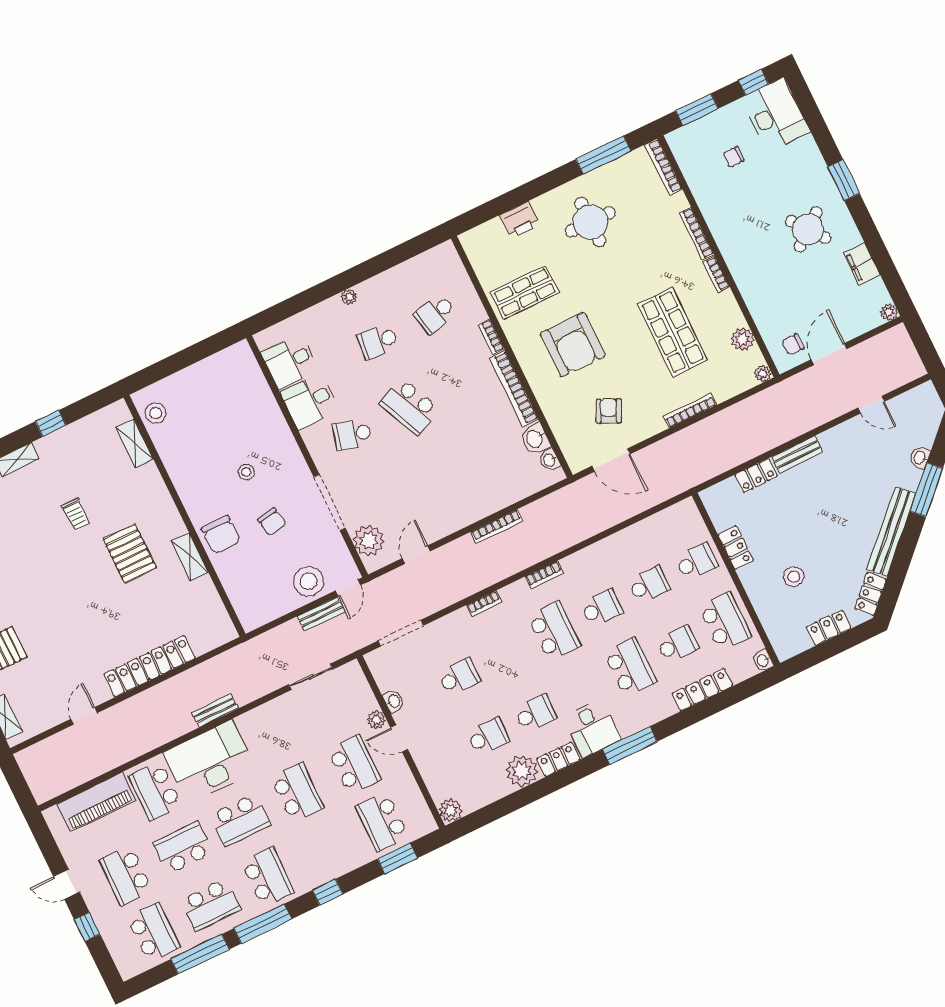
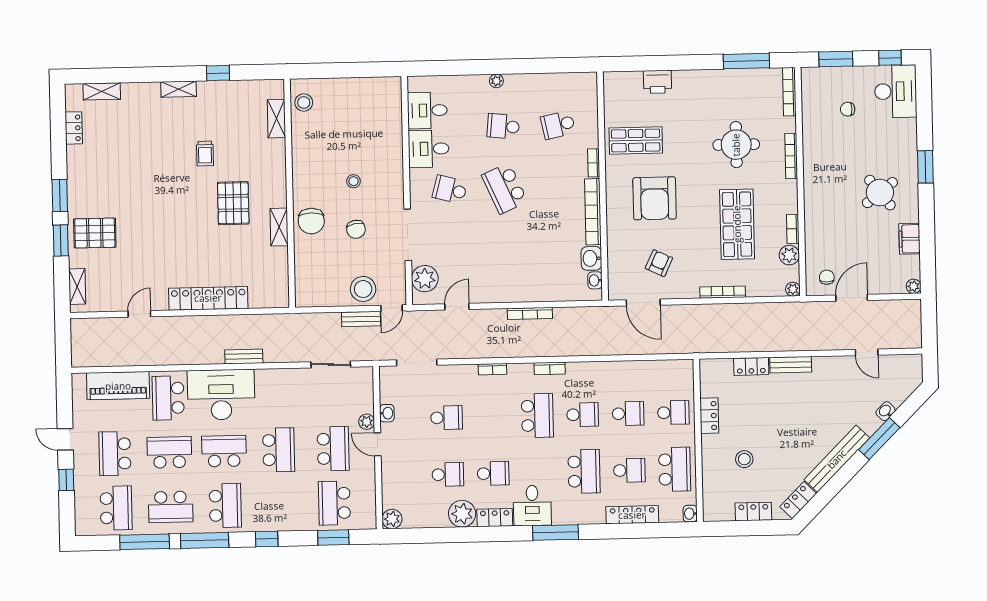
round table: (590, 222) -> (736, 145), moved
bookcase: (716, 274) -> (793, 229), moved
chair: (793, 345) -> (827, 277), turned 90
school desk: (240, 820) -> (224, 451), turned 180

